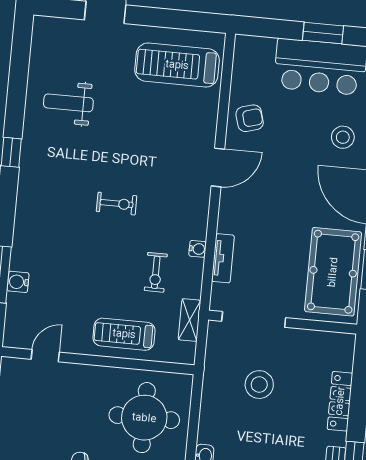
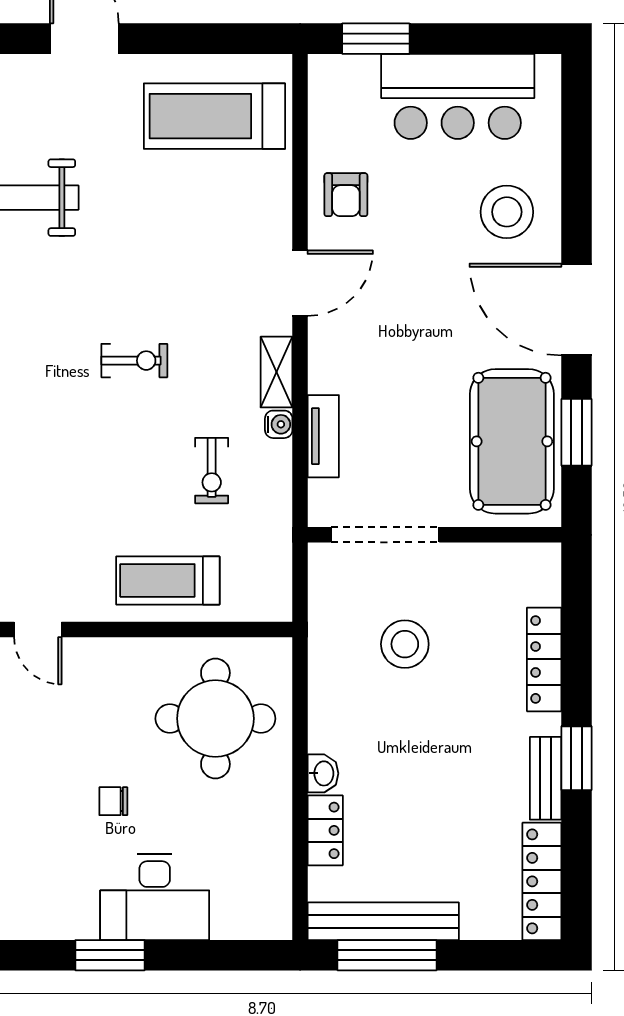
window: (323, 33) -> (376, 39), moved
armchair: (250, 118) -> (346, 195), turned 106
stool: (343, 137) -> (507, 212), width x1.38, depth x1.38
shelving: (190, 320) -> (277, 372), moved
door: (45, 356) -> (38, 629), swing flipped

